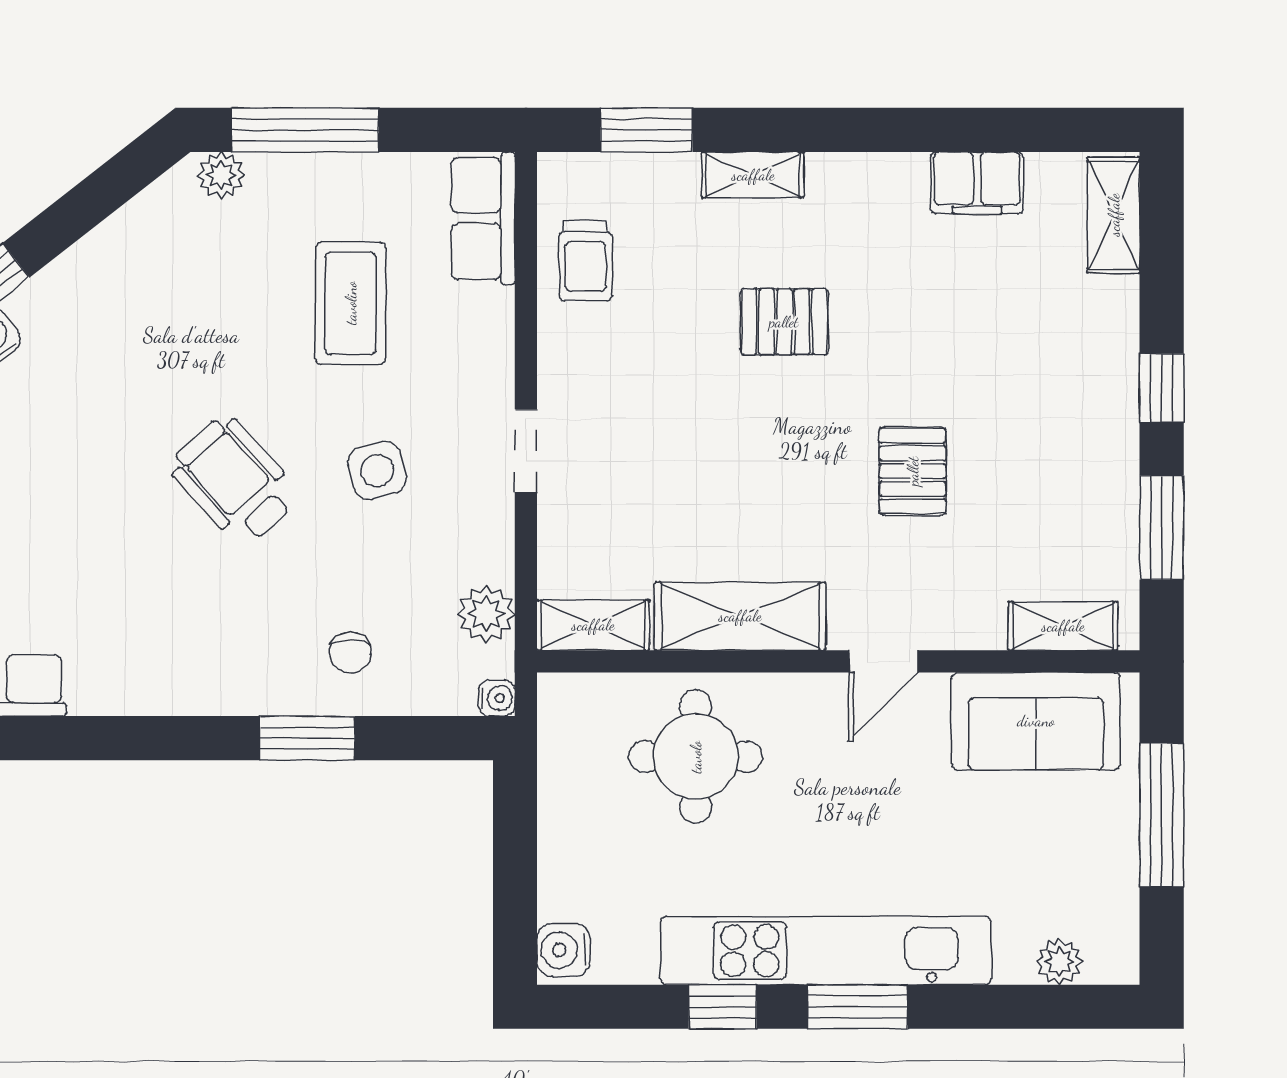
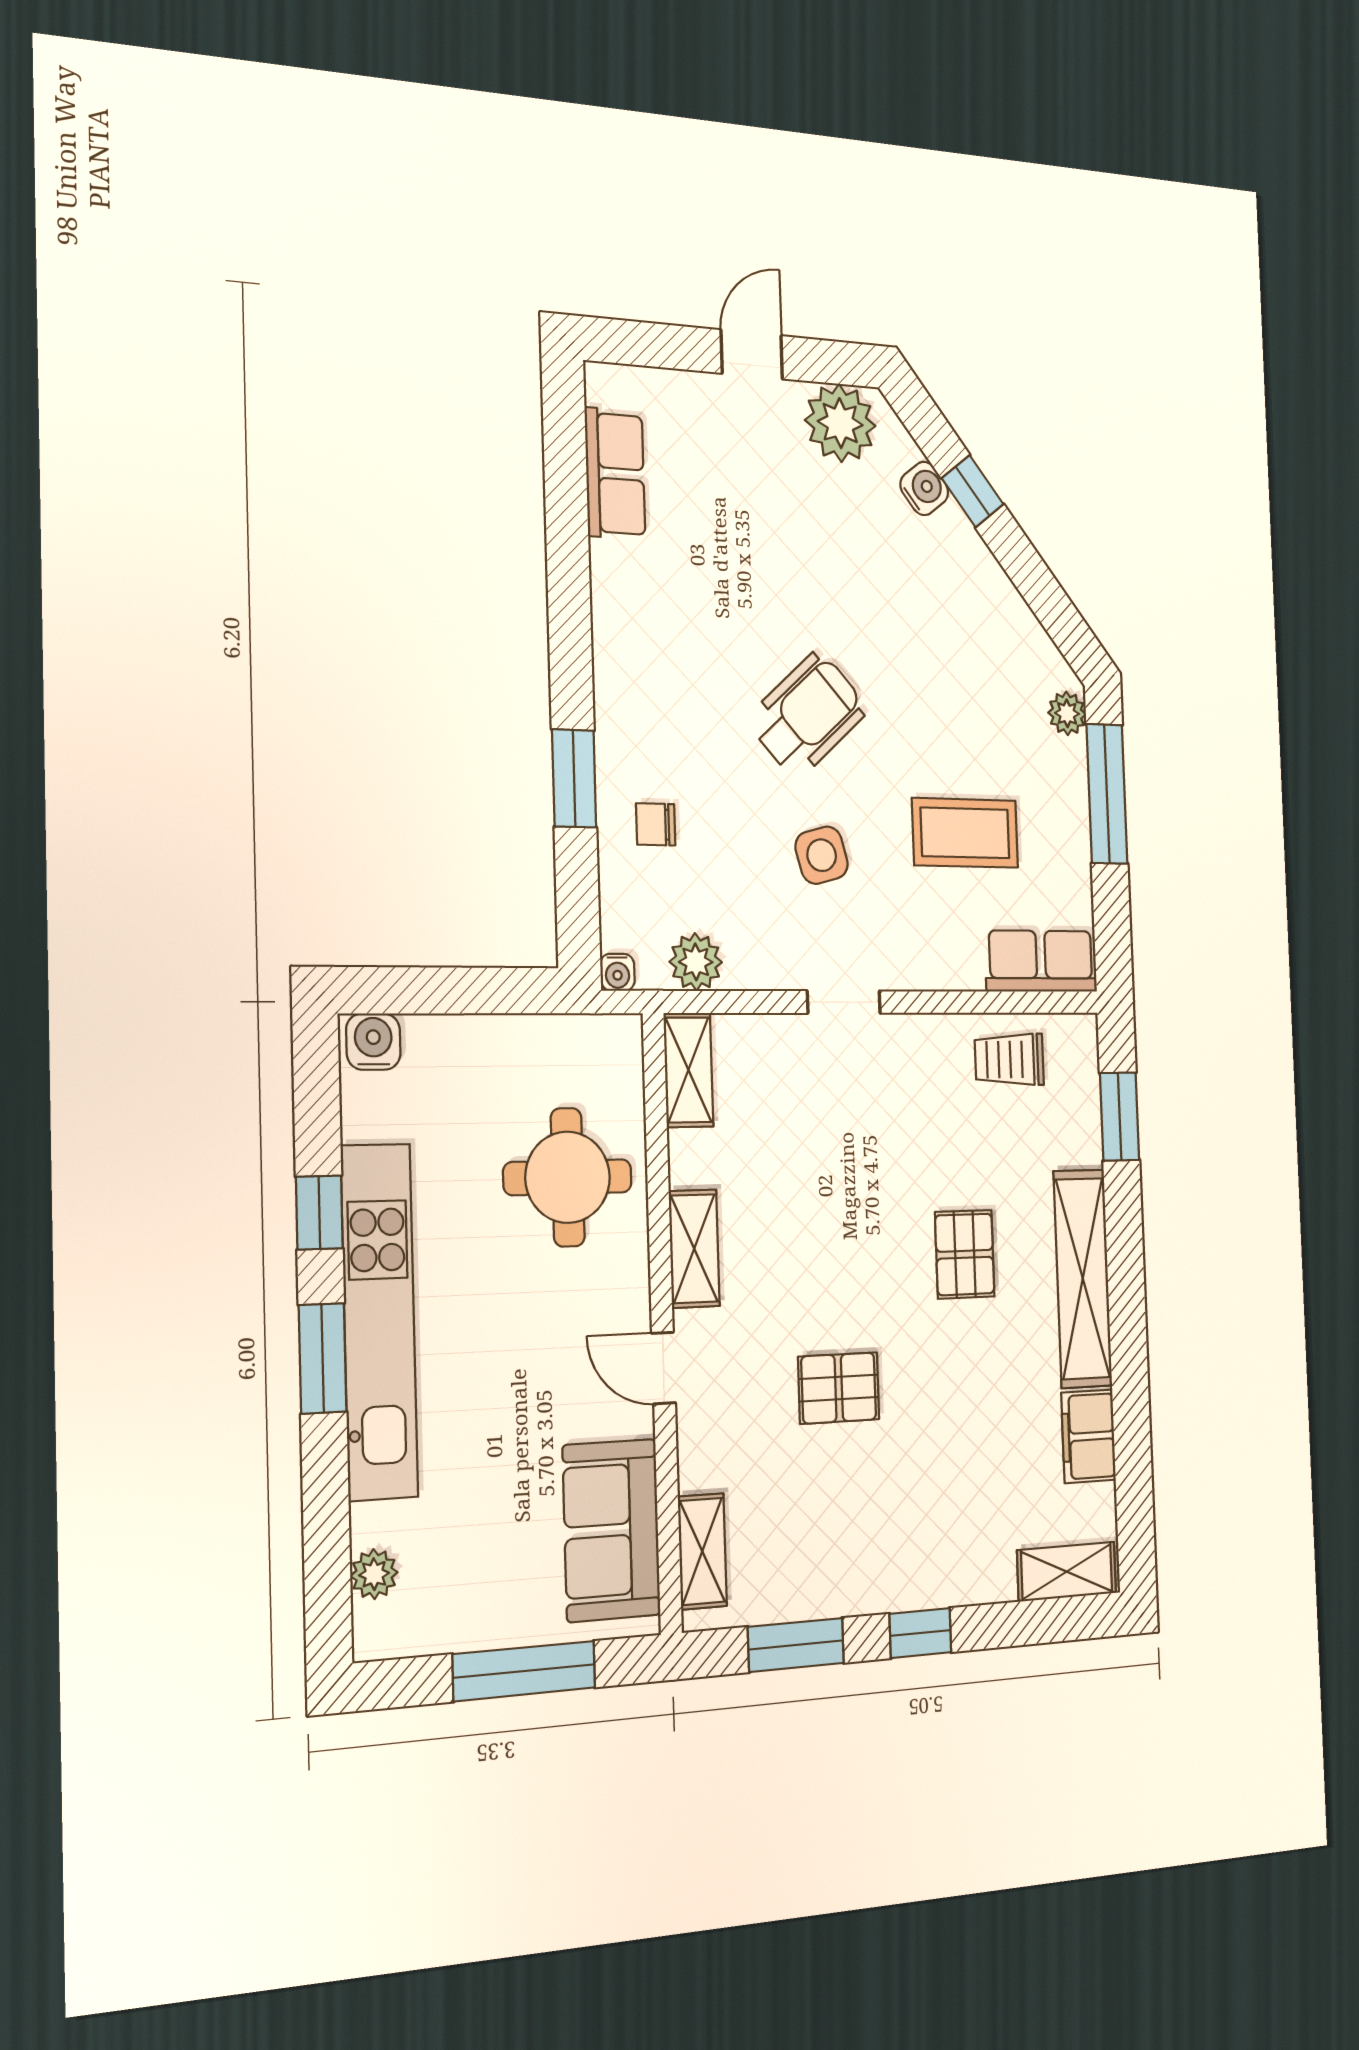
shelving: (753, 175) -> (1083, 1278), width x2.20, depth x1.33
shelving: (740, 616) -> (694, 1249), width x0.67, depth x0.75

